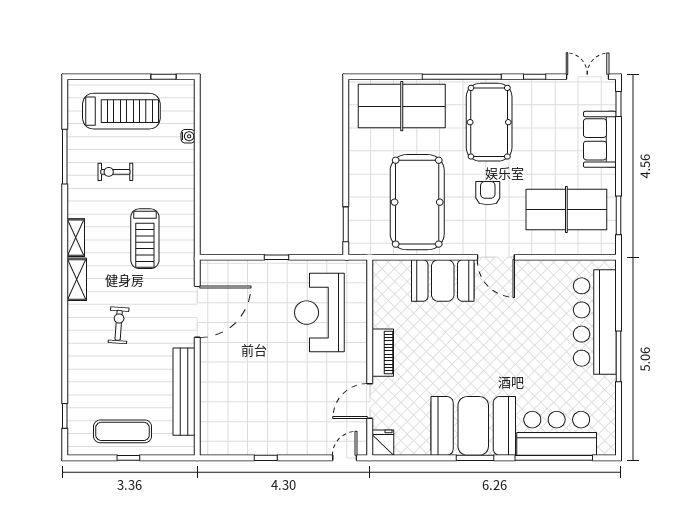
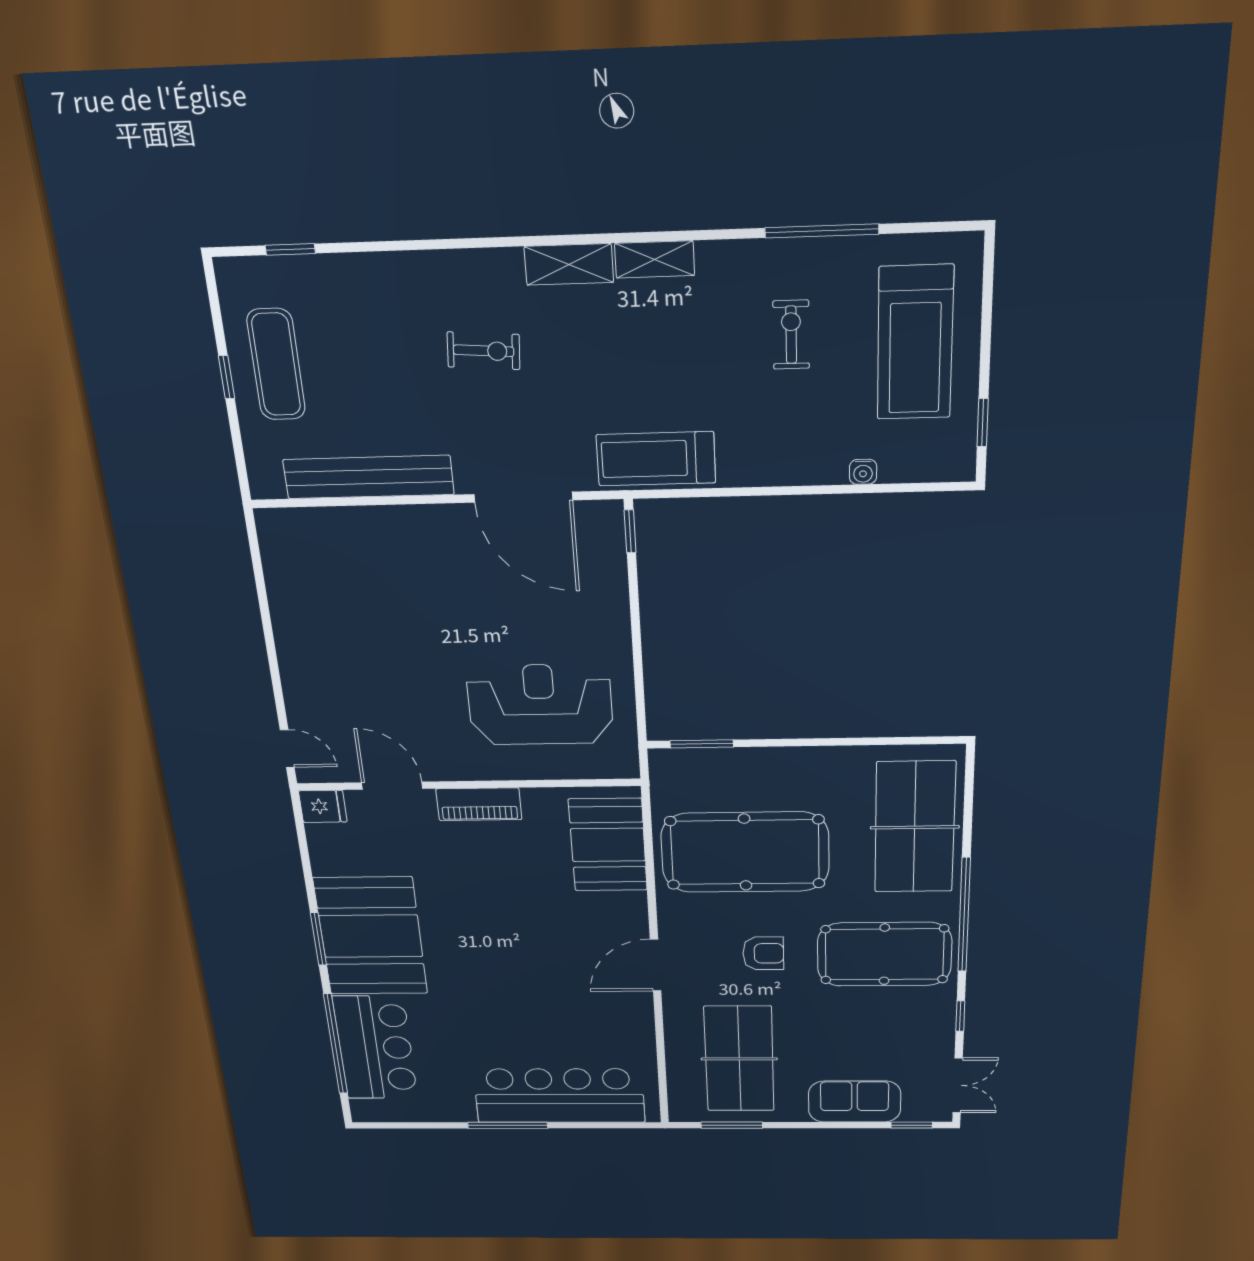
treadmill: (145, 239) -> (656, 459), moved
window: (277, 257) -> (630, 531), moved
booth: (443, 281) -> (608, 845), moved
window: (266, 458) -> (267, 622), removed

